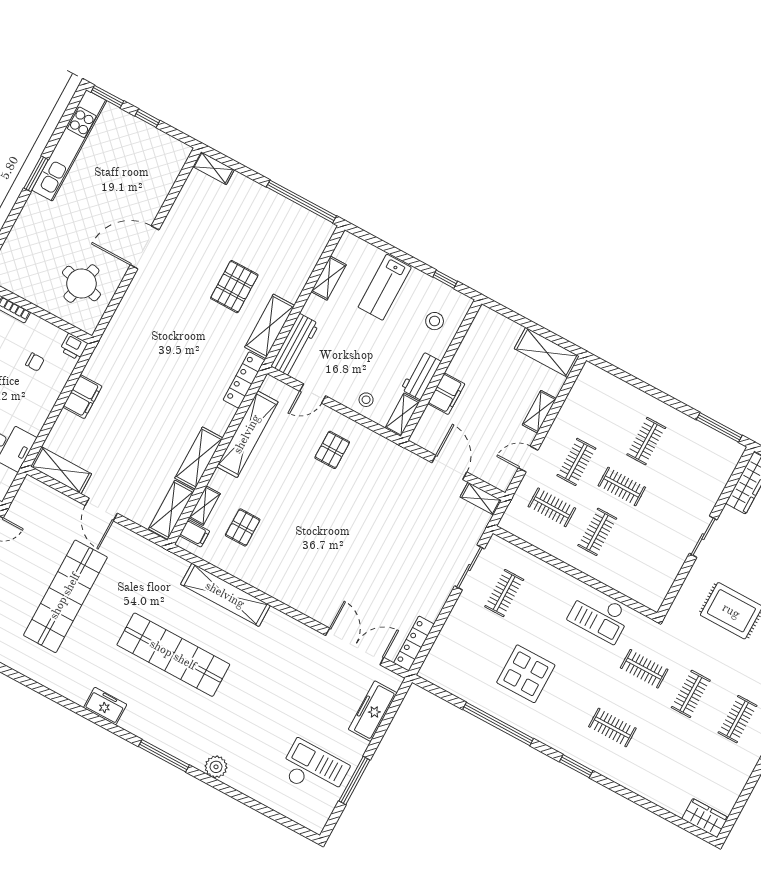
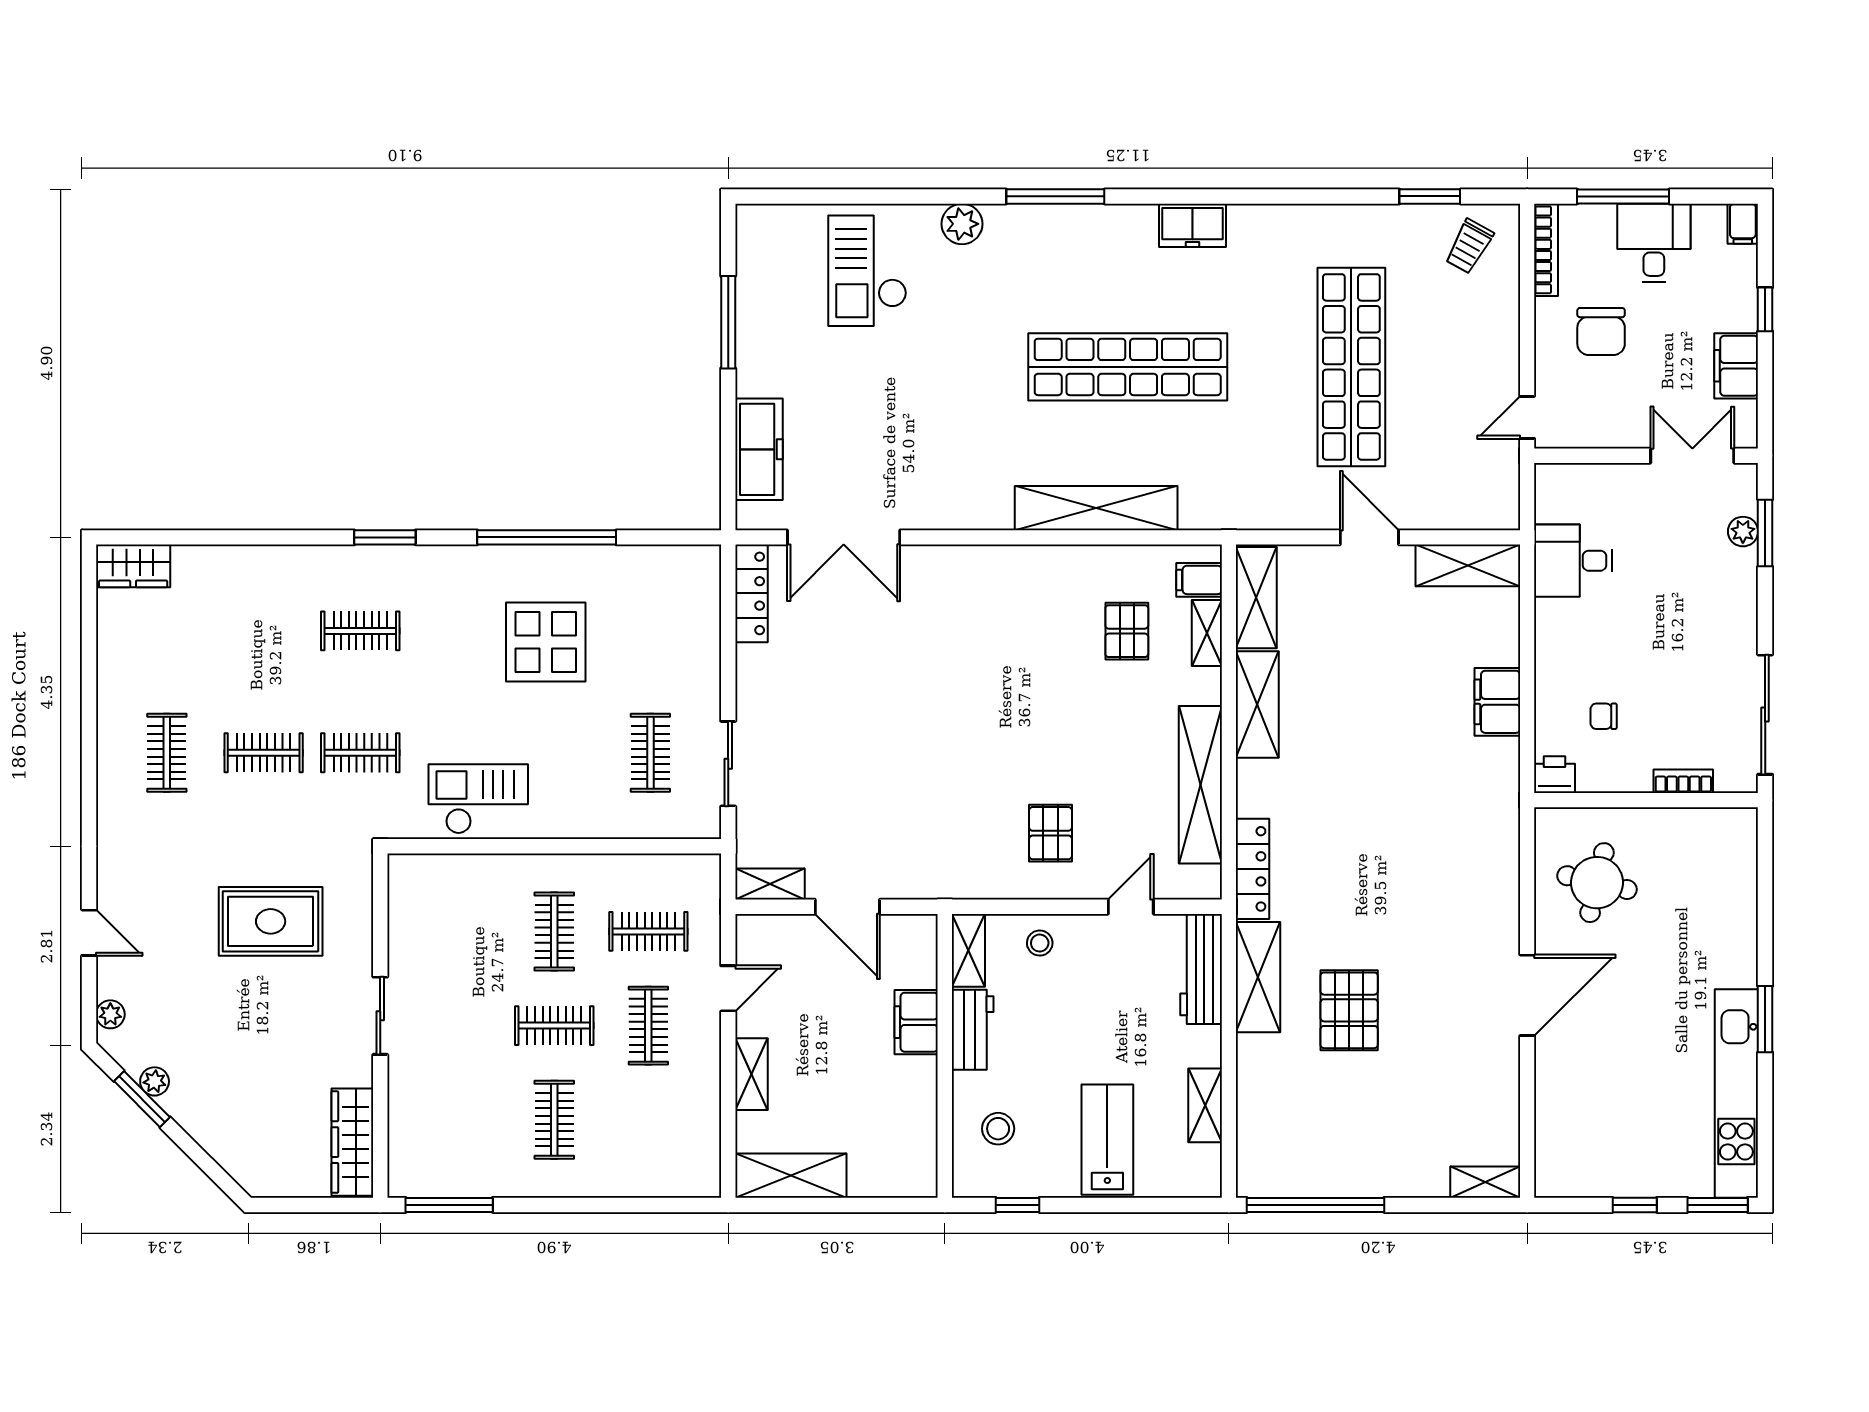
clothes rail: (691, 694) -> (264, 753), turned 90
checkout: (314, 770) -> (867, 271), moved, turned 90

